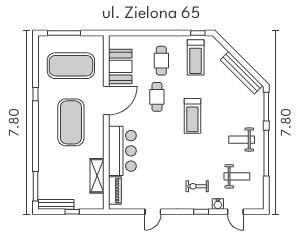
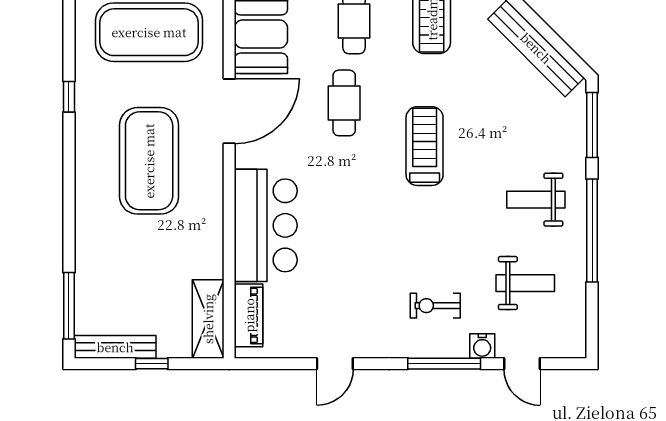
treadmill: (192, 116) -> (425, 146), turned 180
shelving: (97, 176) -> (208, 319), moved
window: (201, 212) -> (444, 364), width x2.17

